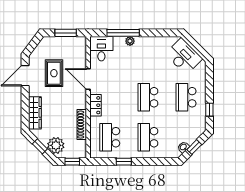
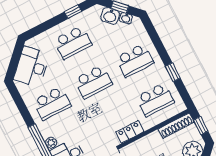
plant: (130, 41) -> (51, 143), moved
school desk: (148, 57) -> (52, 103), added
shoe rack: (82, 125) -> (176, 126), moved
washbasin: (191, 136) -> (110, 16), added

